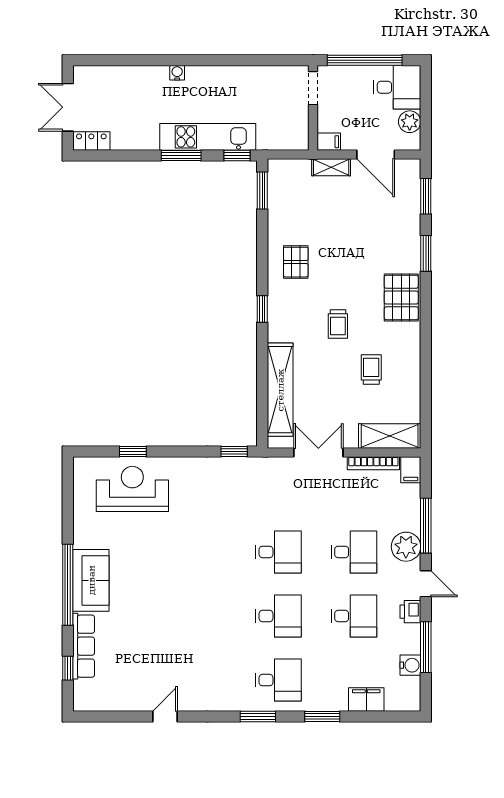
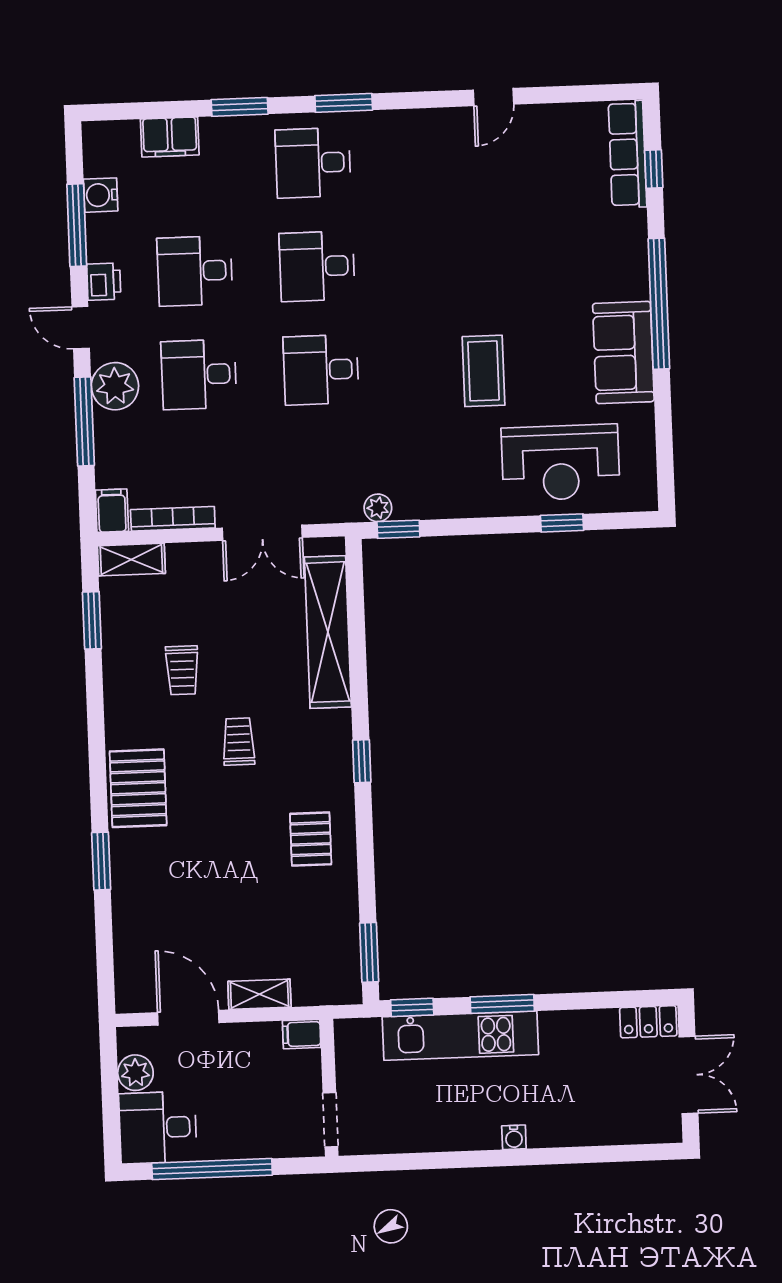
doorway: (313, 88) -> (330, 1120), moved
wall: (313, 108) -> (329, 1088), moved
filing cabinet: (329, 142) -> (302, 1034), moved
window: (426, 196) -> (92, 620), moved
shelving: (390, 436) -> (131, 560), width x0.67, depth x0.75
plant: (246, 465) -> (378, 508), added
coffee table: (178, 547) -> (484, 371), added
sofa: (91, 580) -> (623, 353), moved
row of seats: (84, 646) -> (627, 154), moved

